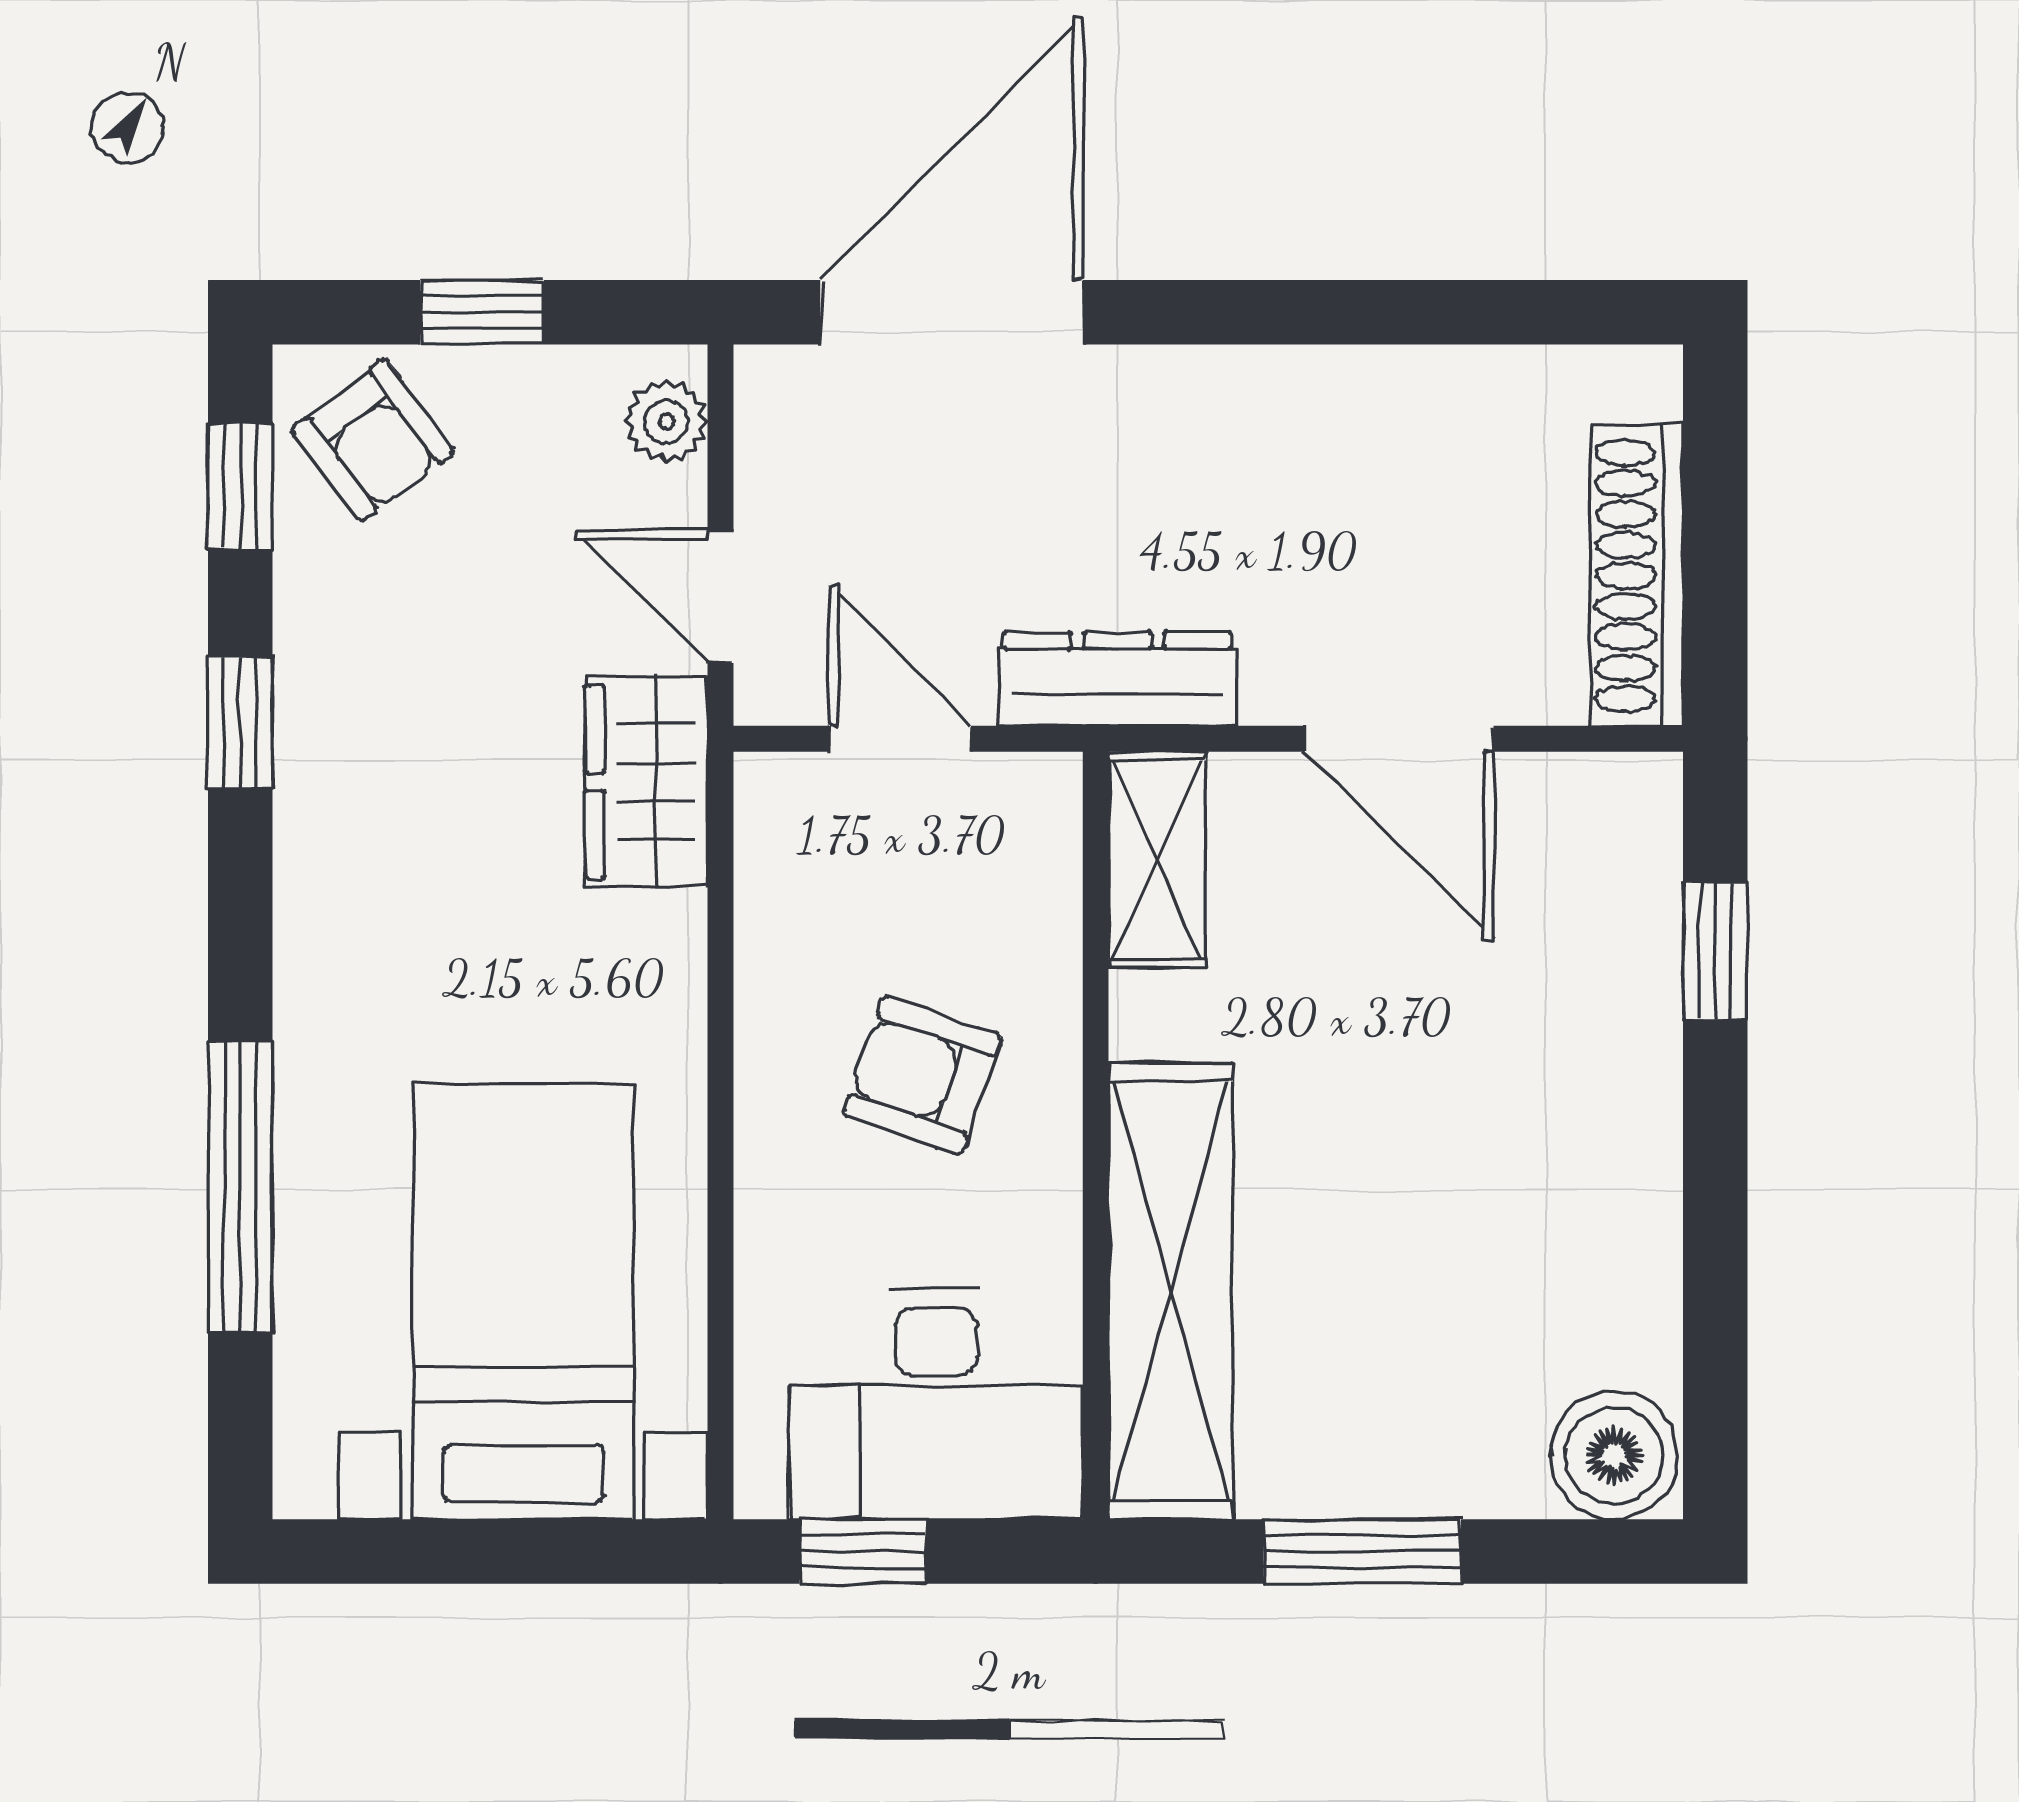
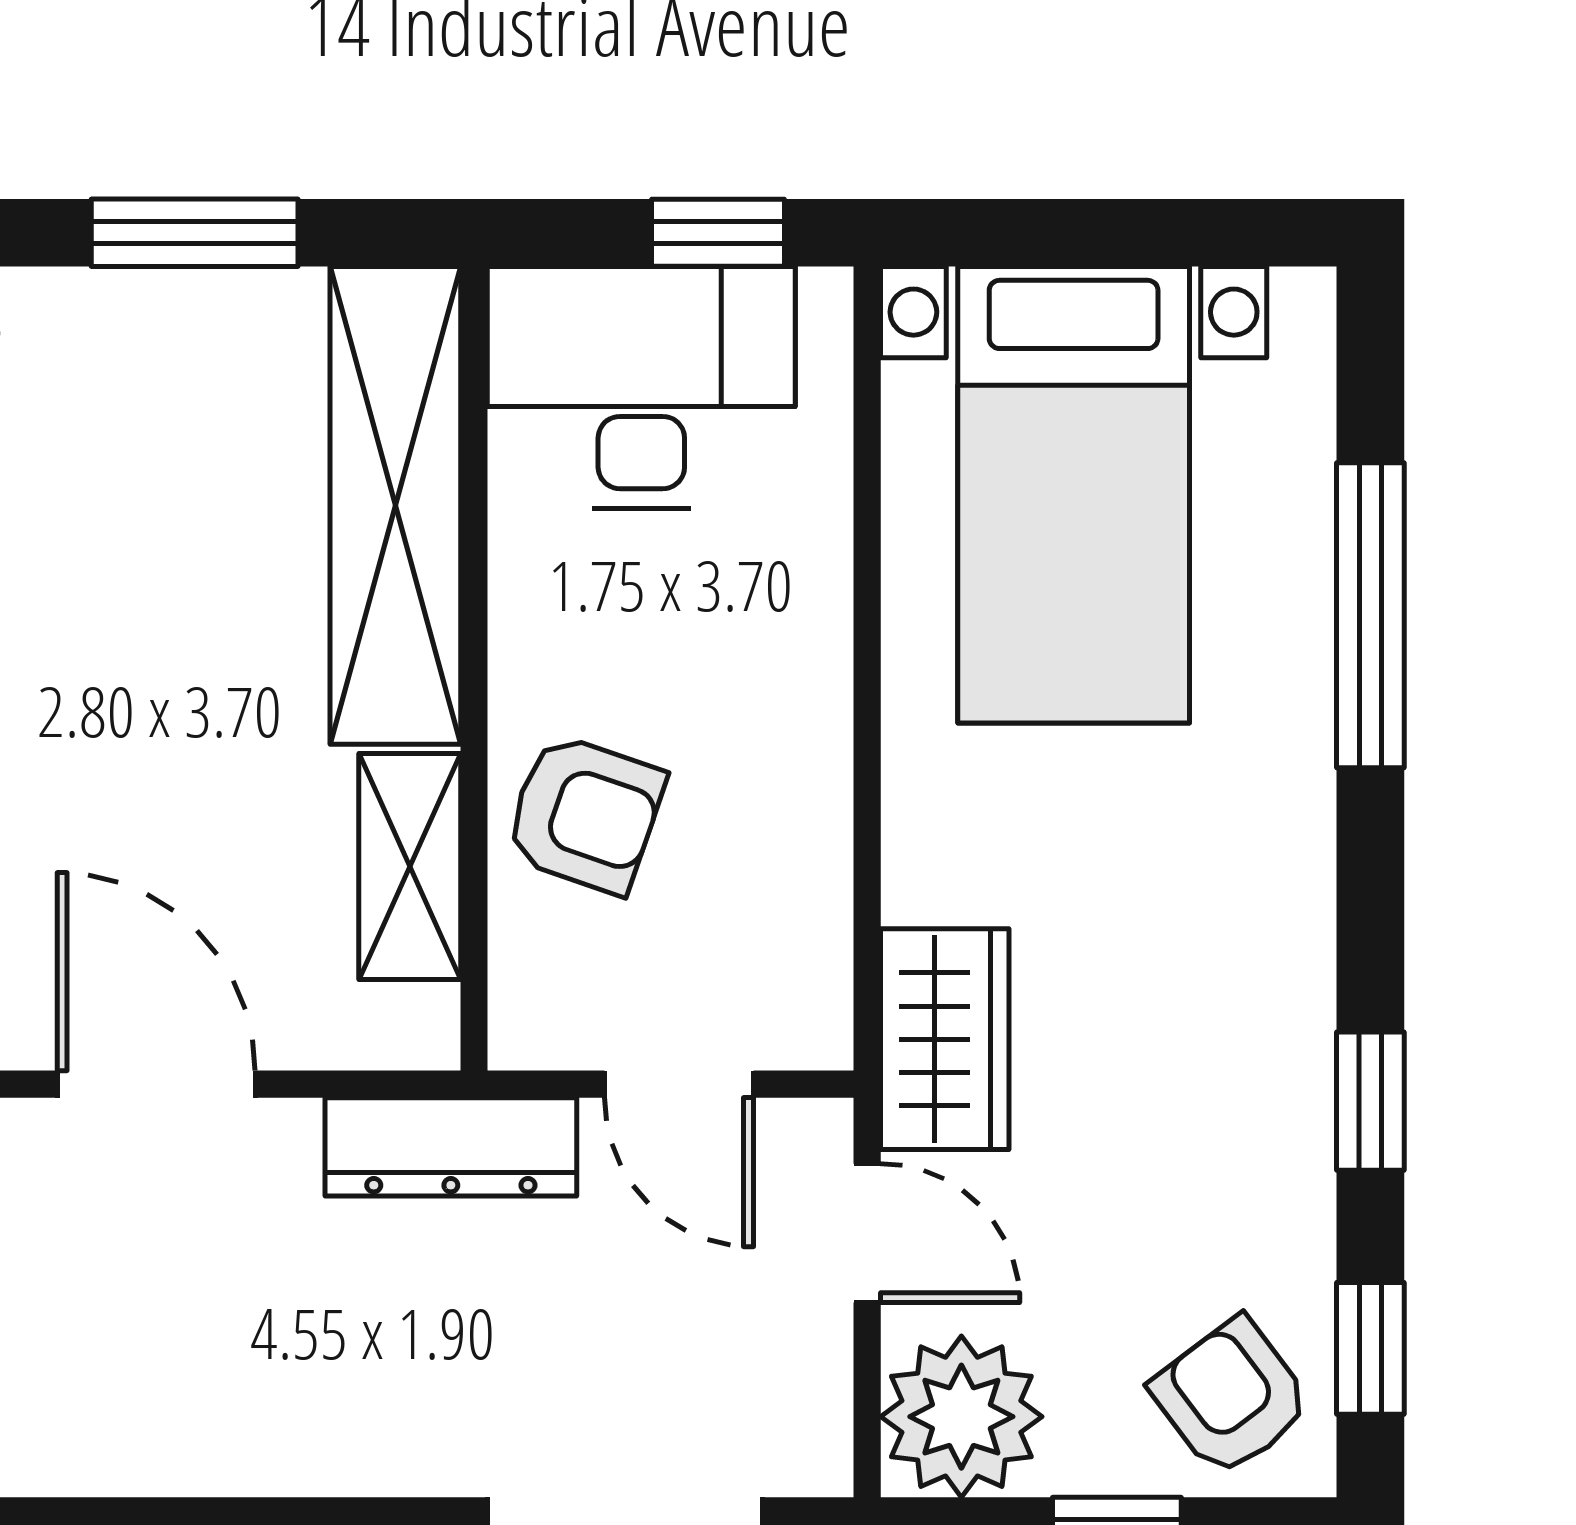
plant: (666, 422) -> (961, 1417), width x1.88, depth x1.88
shelving: (1157, 860) -> (410, 866), moved
armchair: (923, 1075) -> (585, 814), moved

